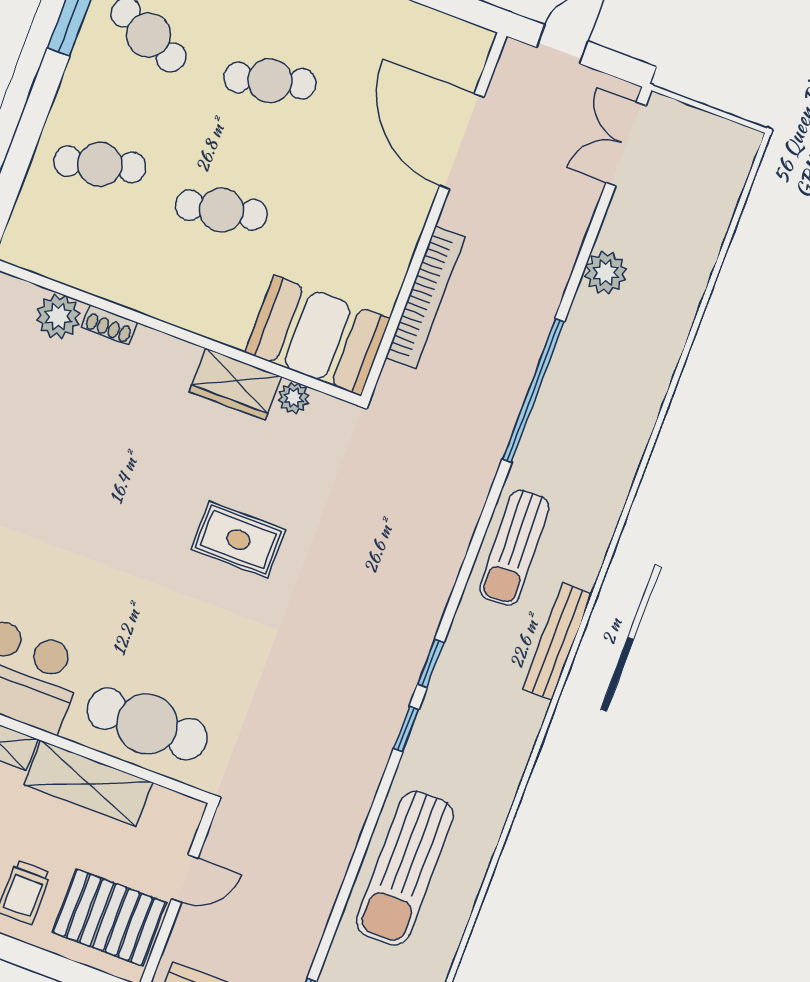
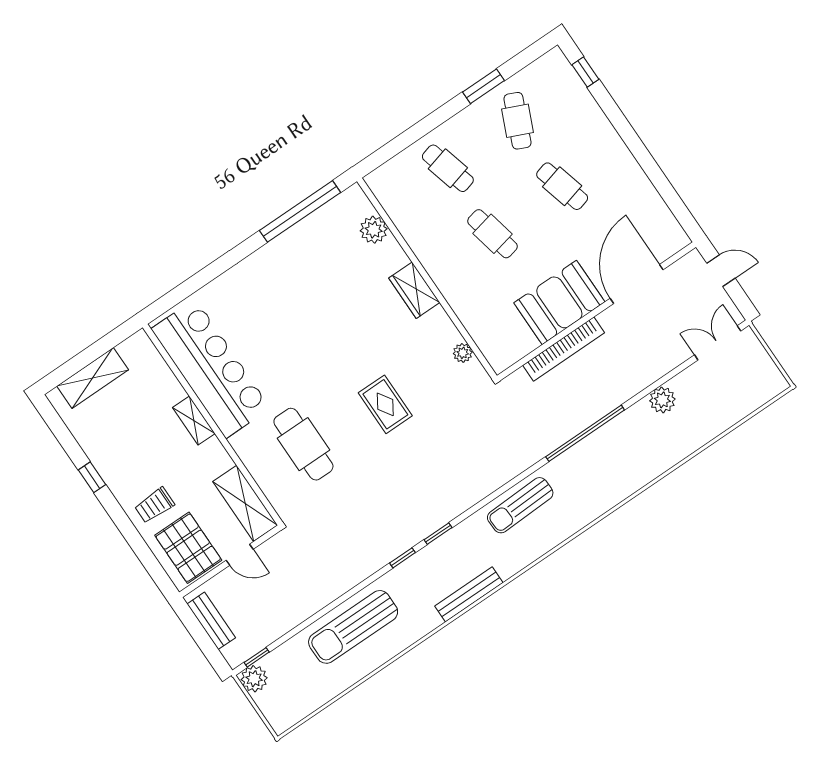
shoe rack: (109, 325) -> (396, 252), removed
booth: (318, 335) -> (559, 302), moved, turned 90
wardrobe: (235, 384) -> (414, 290), moved
bench: (557, 641) -> (469, 594), moved
cafe table: (147, 724) -> (303, 444), moved
shelving: (88, 784) -> (245, 503), moved

